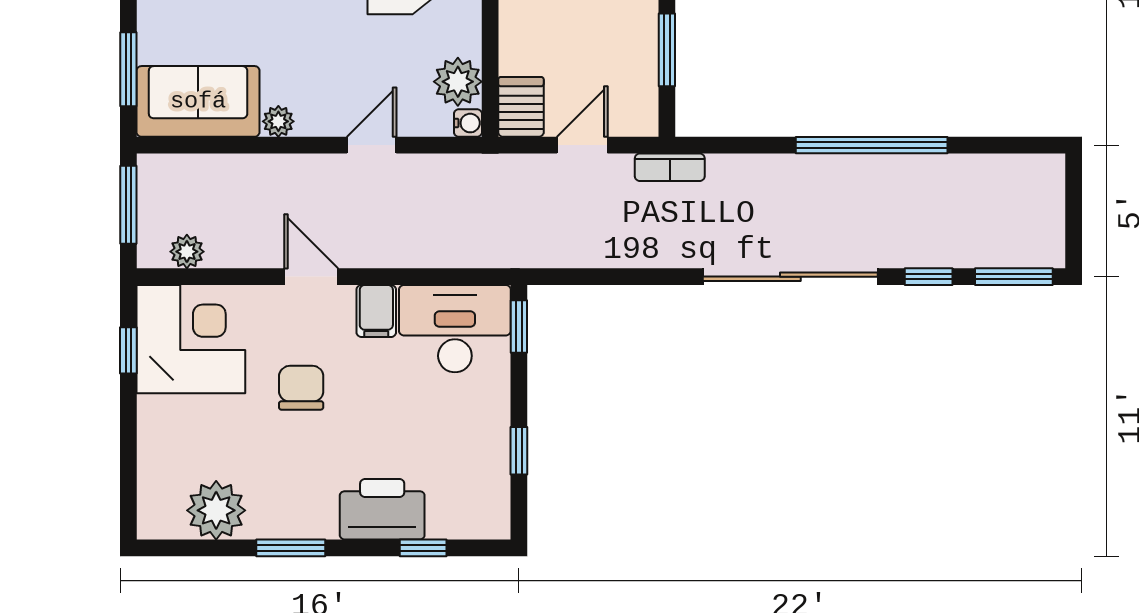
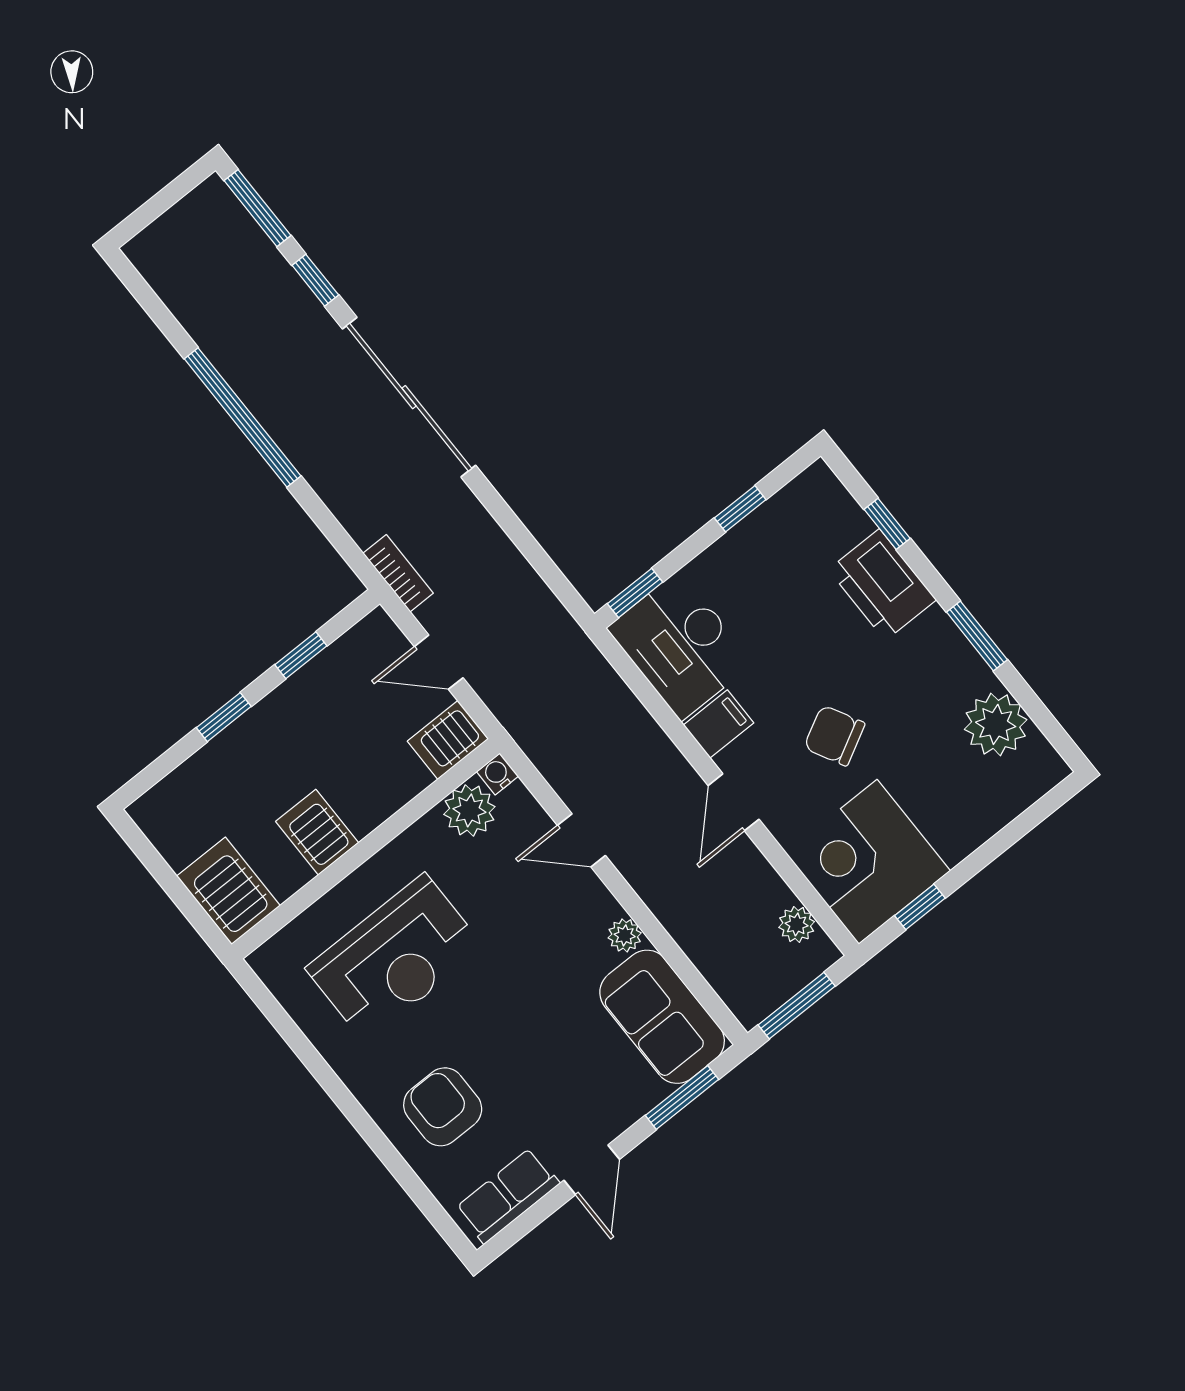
window: (667, 50) -> (301, 655), width x0.67
chair: (301, 388) -> (834, 736), turned 62

